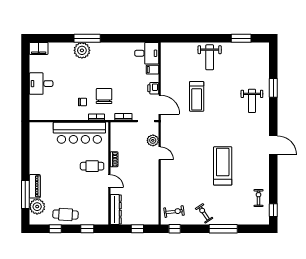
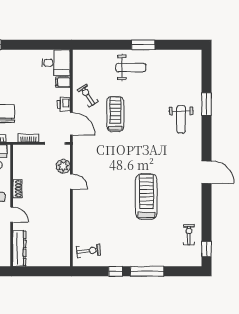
window: (241, 38) -> (143, 45), moved
weight bench: (210, 57) -> (131, 67), turned -90
treadmill: (197, 96) -> (115, 114), turned 180
exercise bike: (204, 213) -> (88, 96), moved
window: (137, 229) -> (45, 271), removed
window: (175, 229) -> (116, 271), moved

